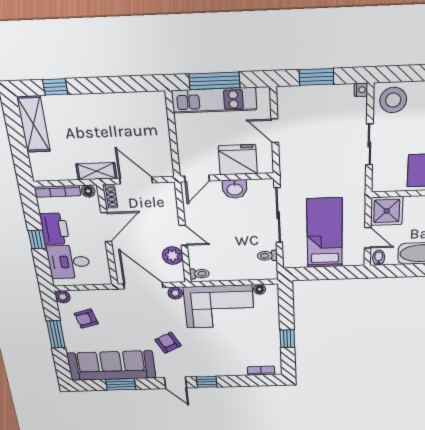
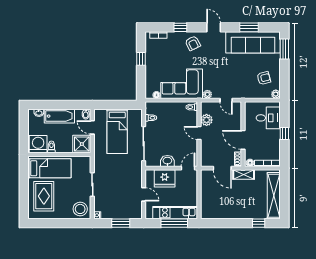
shelving: (34, 124) -> (274, 196), width x1.47
door: (106, 227) -> (243, 140), hinge flipped
printer: (55, 229) -> (273, 140), removed
door: (143, 286) -> (226, 100), width x0.53
window: (56, 334) -> (284, 49), moved
armchair: (168, 343) -> (193, 43), moved
window: (207, 382) -> (180, 27), moved

